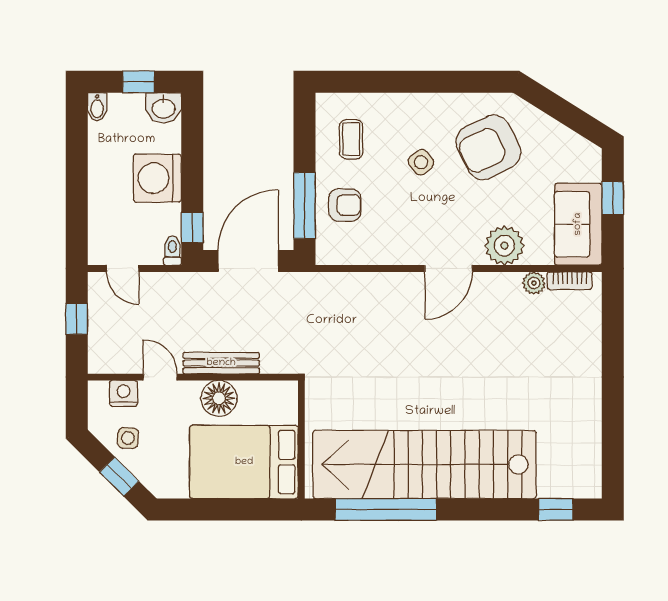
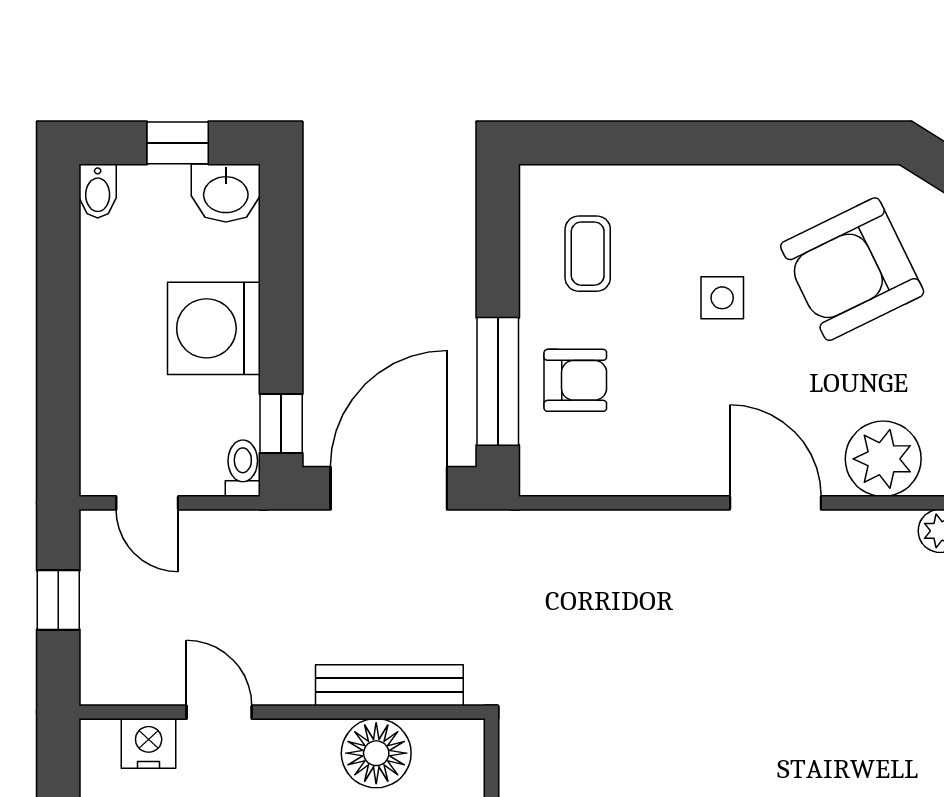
side table: (421, 162) -> (722, 298), turned 38
door: (449, 269) -> (775, 503), swing flipped
bench: (221, 363) -> (389, 685), moved
floor lamp: (219, 398) -> (376, 753), moved

